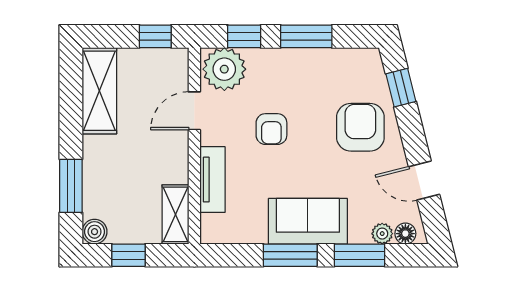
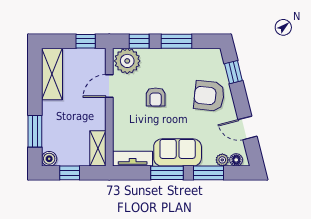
armchair: (360, 127) -> (209, 96), turned -84
tv unit: (213, 180) -> (133, 159), moved, turned -90

